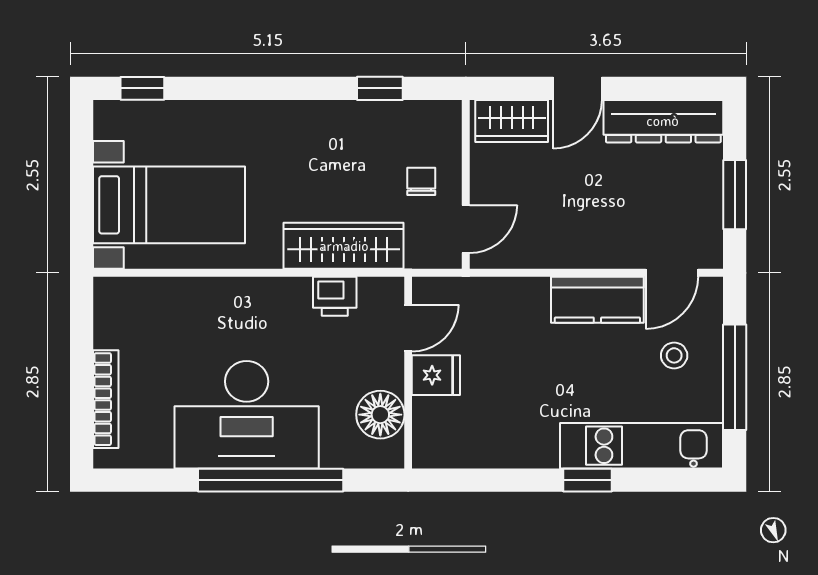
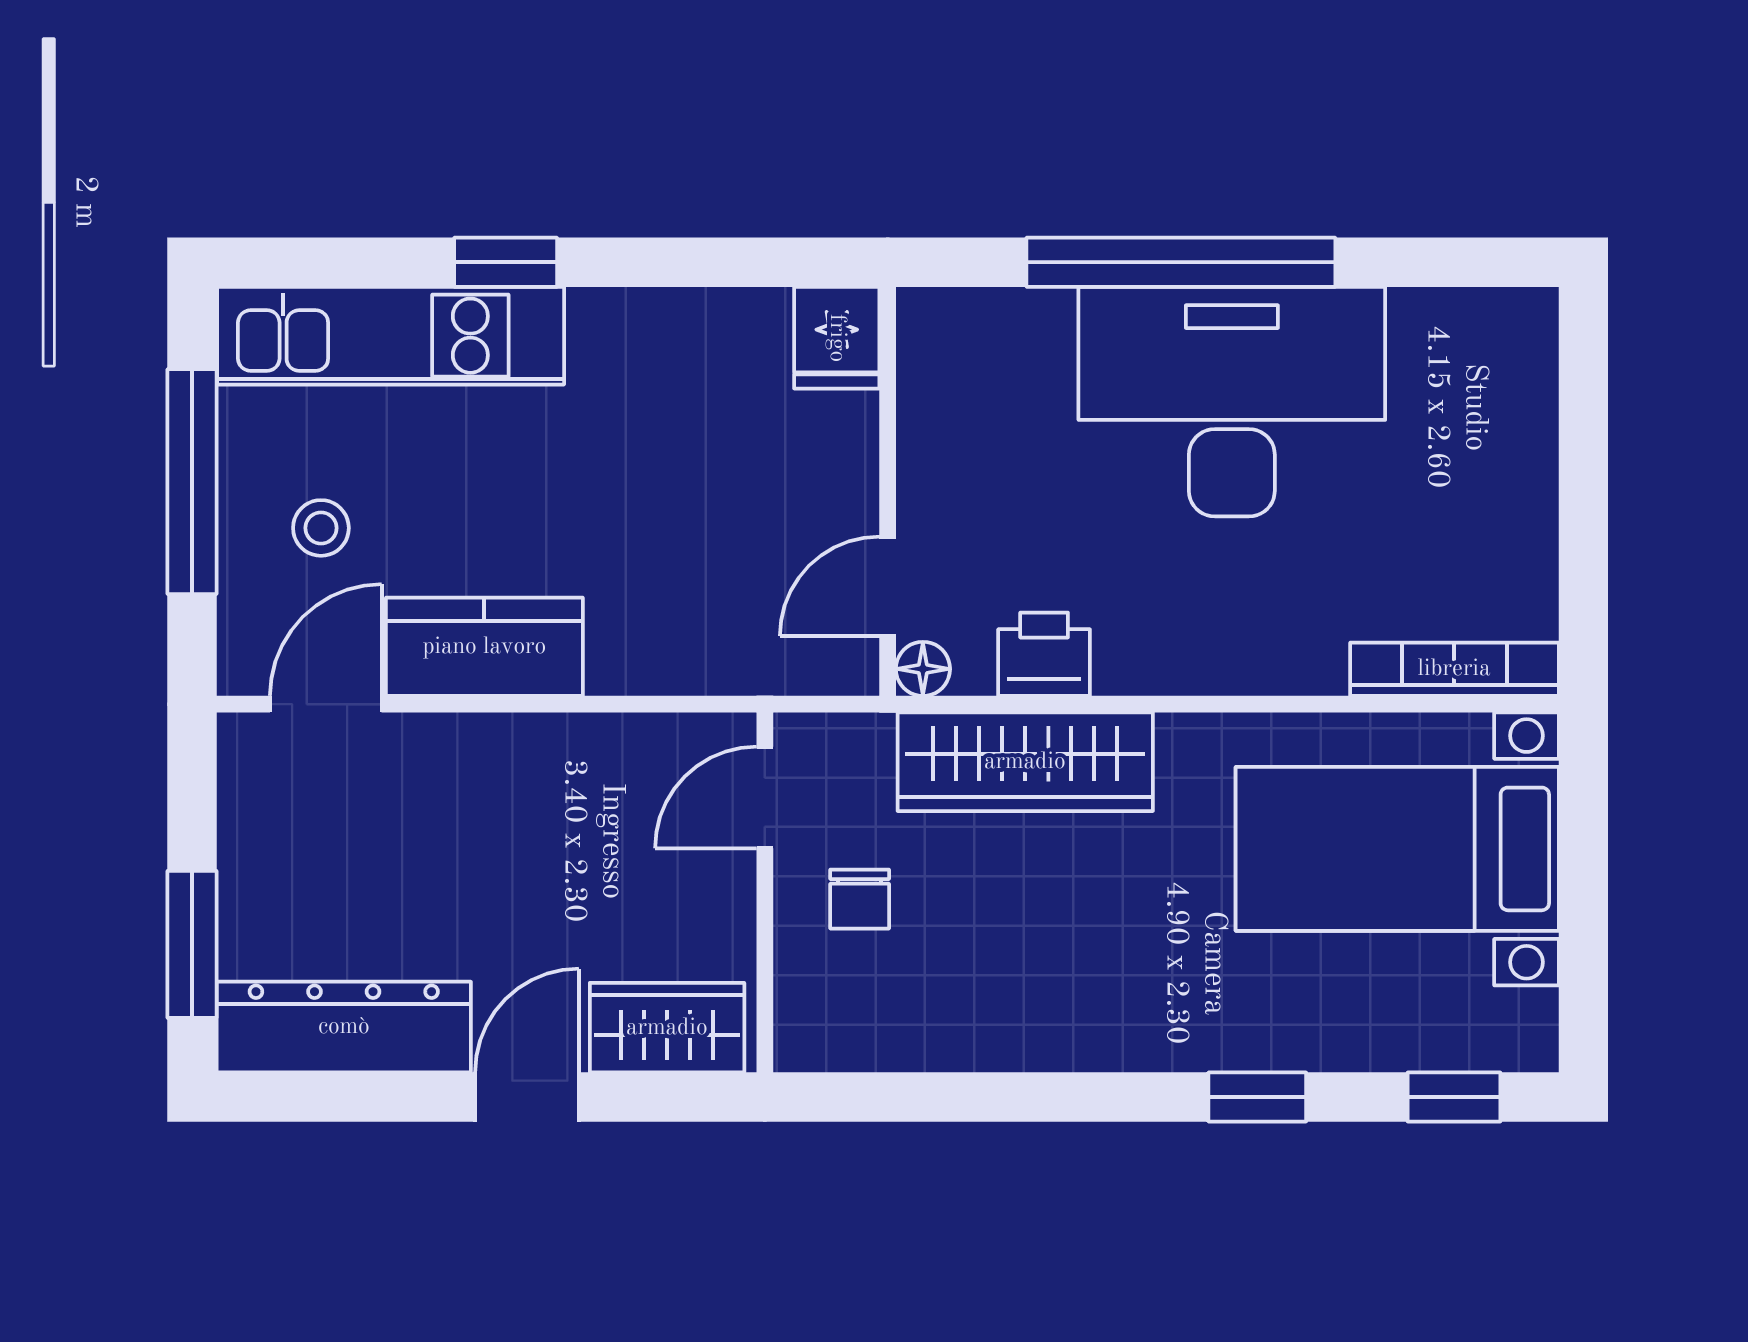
window: (380, 88) -> (1257, 1097), moved
window: (735, 195) -> (192, 944), moved
fridge: (436, 375) -> (837, 338), moved, turned -90
bookcase: (106, 399) -> (1454, 669), moved, turned 90
floor lamp: (380, 415) -> (923, 669), moved, width x0.53, depth x0.53

